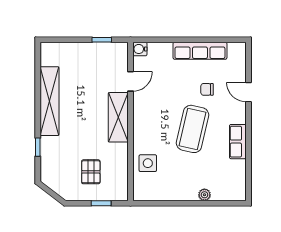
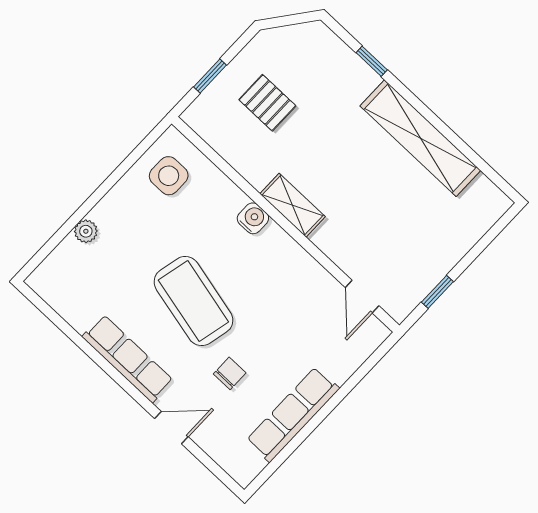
water cooler: (140, 49) -> (253, 218), moved
door: (131, 81) -> (362, 297), moved
shelving: (118, 117) -> (293, 205), width x0.67, depth x0.75
row of seats: (238, 142) -> (128, 359), width x1.48
side table: (148, 163) -> (169, 176), moved

